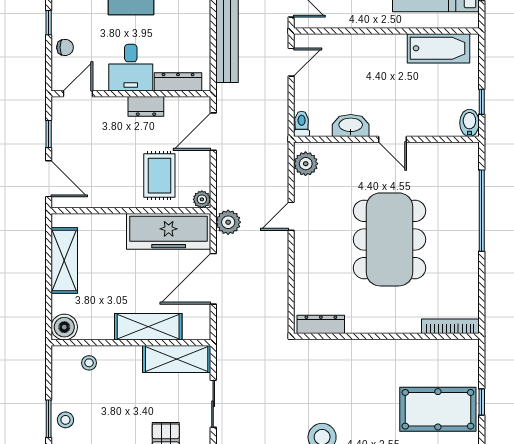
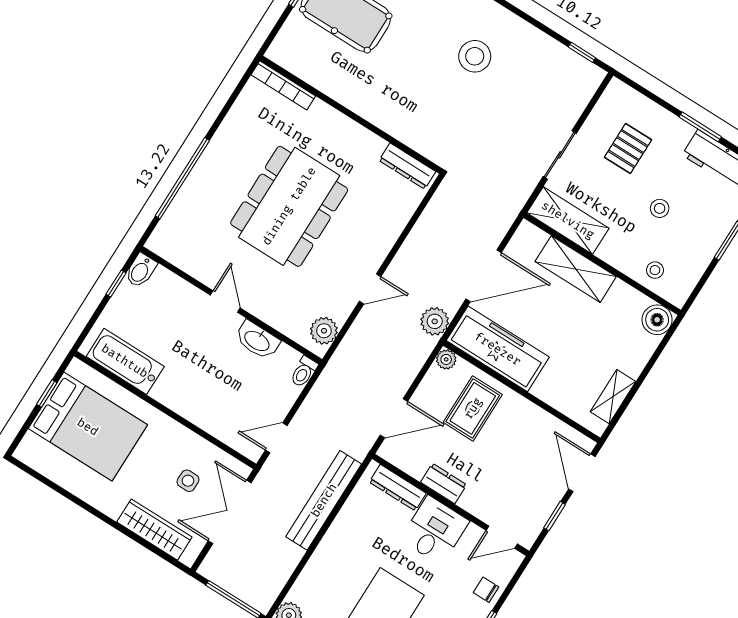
shelving: (64, 261) -> (613, 397), width x0.67, depth x0.75
stool: (65, 420) -> (660, 208), moved

